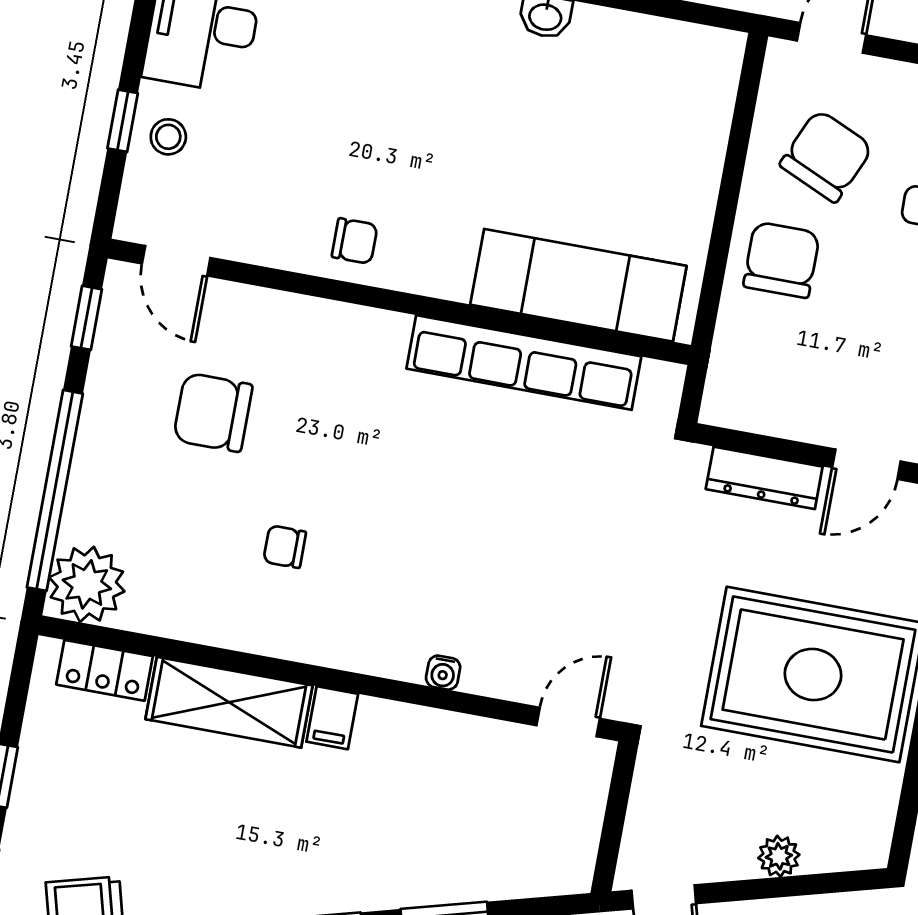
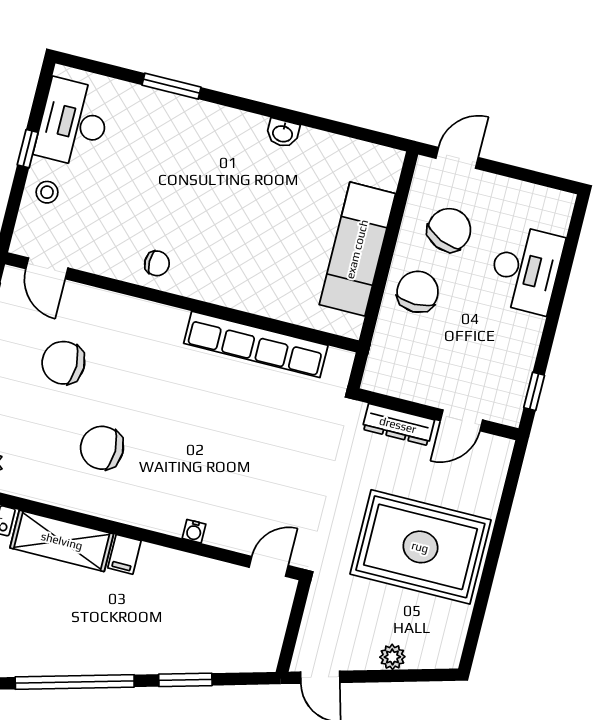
window: (123, 121) -> (28, 149), moved
exam couch: (578, 285) -> (357, 249), moved, turned -90
chair: (285, 547) -> (102, 448), width x1.87, depth x1.87

